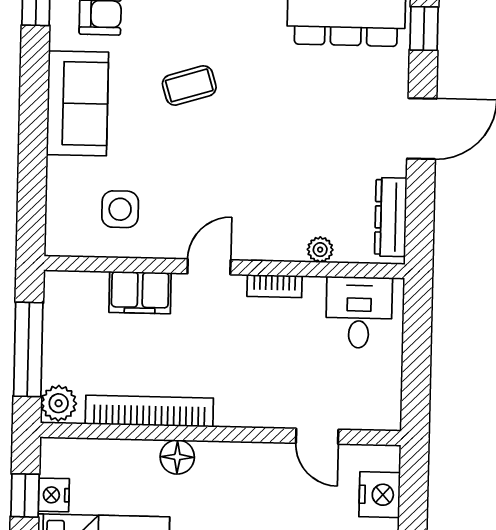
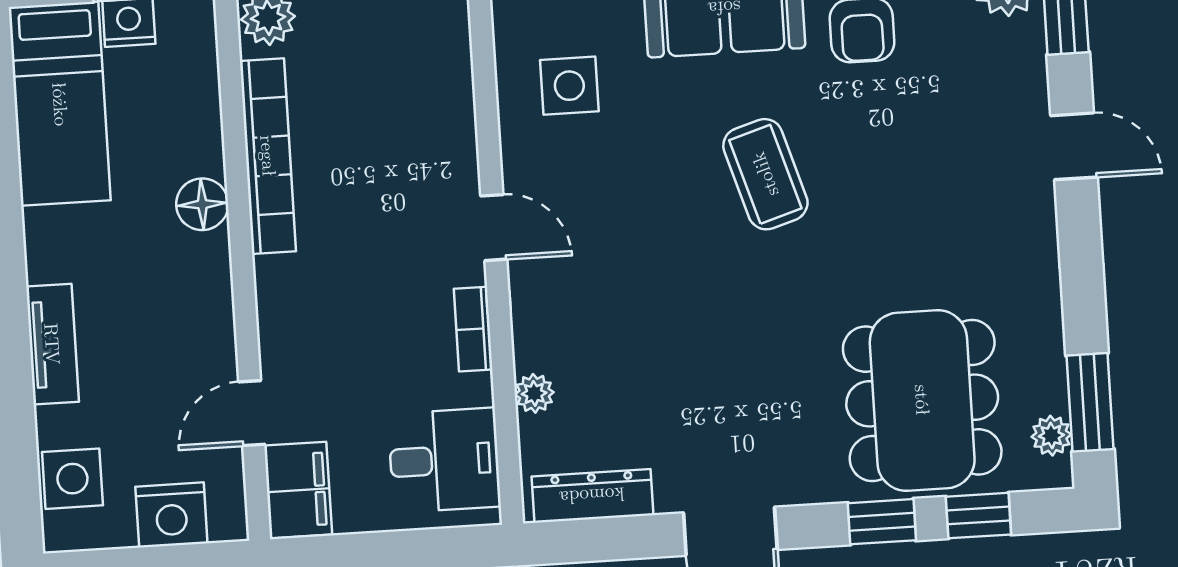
coffee table: (189, 85) -> (765, 174), width x1.36, depth x1.30
filing cabinet: (140, 293) -> (298, 490), moved, turned 180

